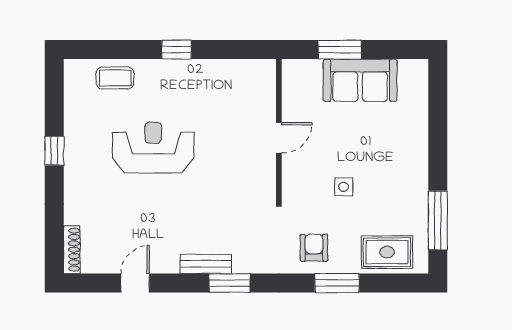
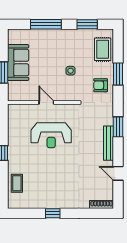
window: (438, 137) -> (46, 24), added
reception desk: (153, 148) -> (51, 135), moved, turned -90
window: (438, 220) -> (87, 24), width x0.69
bench: (206, 264) -> (109, 143), width x1.36

